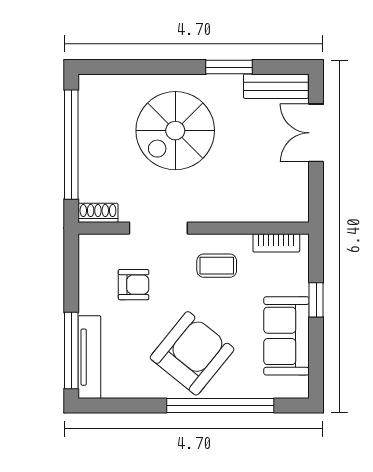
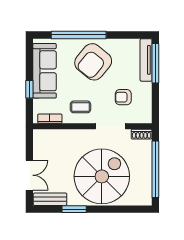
spiral stairs: (175, 131) -> (102, 176), width x1.37, depth x1.37
sofa: (286, 336) -> (45, 71), width x1.36

